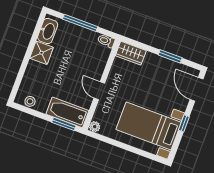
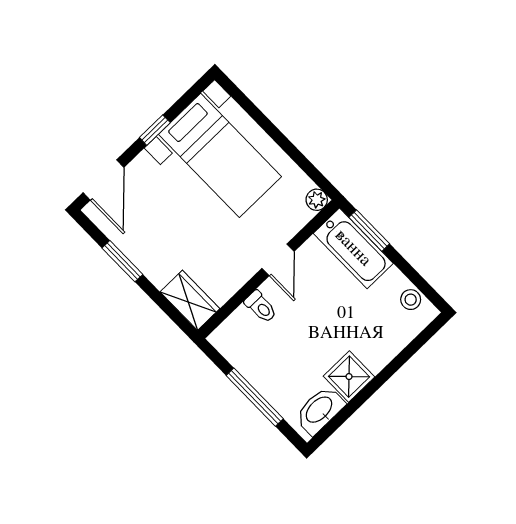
toilet: (106, 41) -> (261, 307), moved

